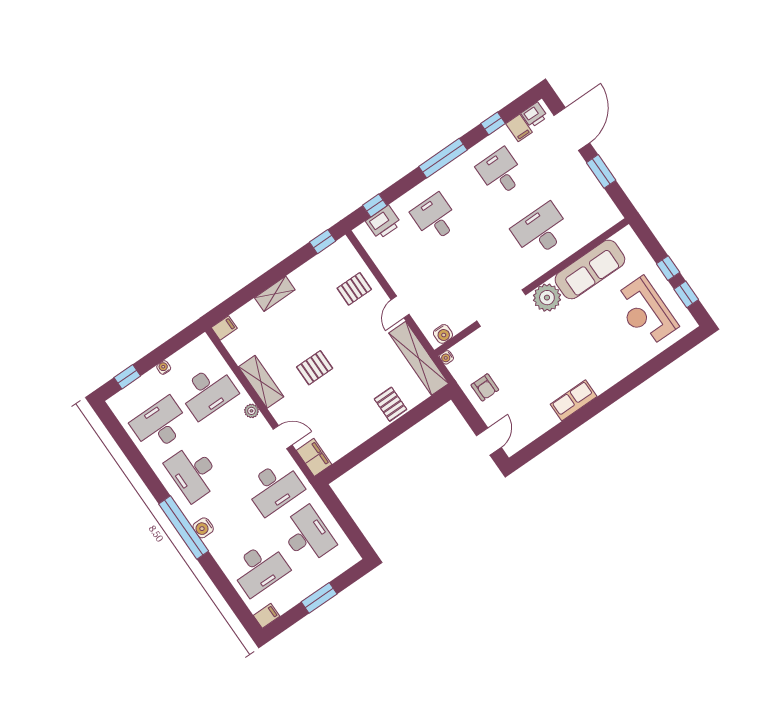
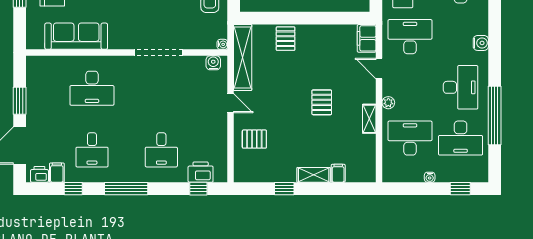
window: (323, 242) -> (284, 189), moved
plant: (547, 298) -> (121, 37), removed
door: (400, 307) -> (231, 103), hinge flipped
filing cabinet: (224, 328) -> (338, 173), moved, turned 90
pallet: (315, 368) -> (322, 102), turned 90
shelving: (261, 382) -> (369, 119), width x0.67, depth x0.75
window: (184, 528) -> (495, 116), moved

